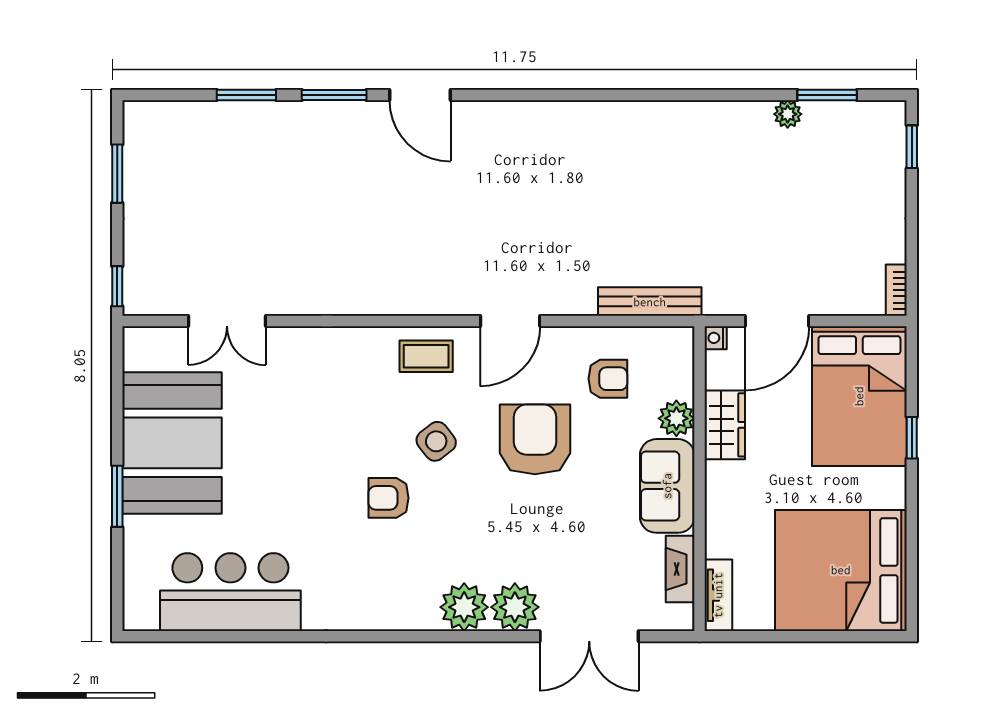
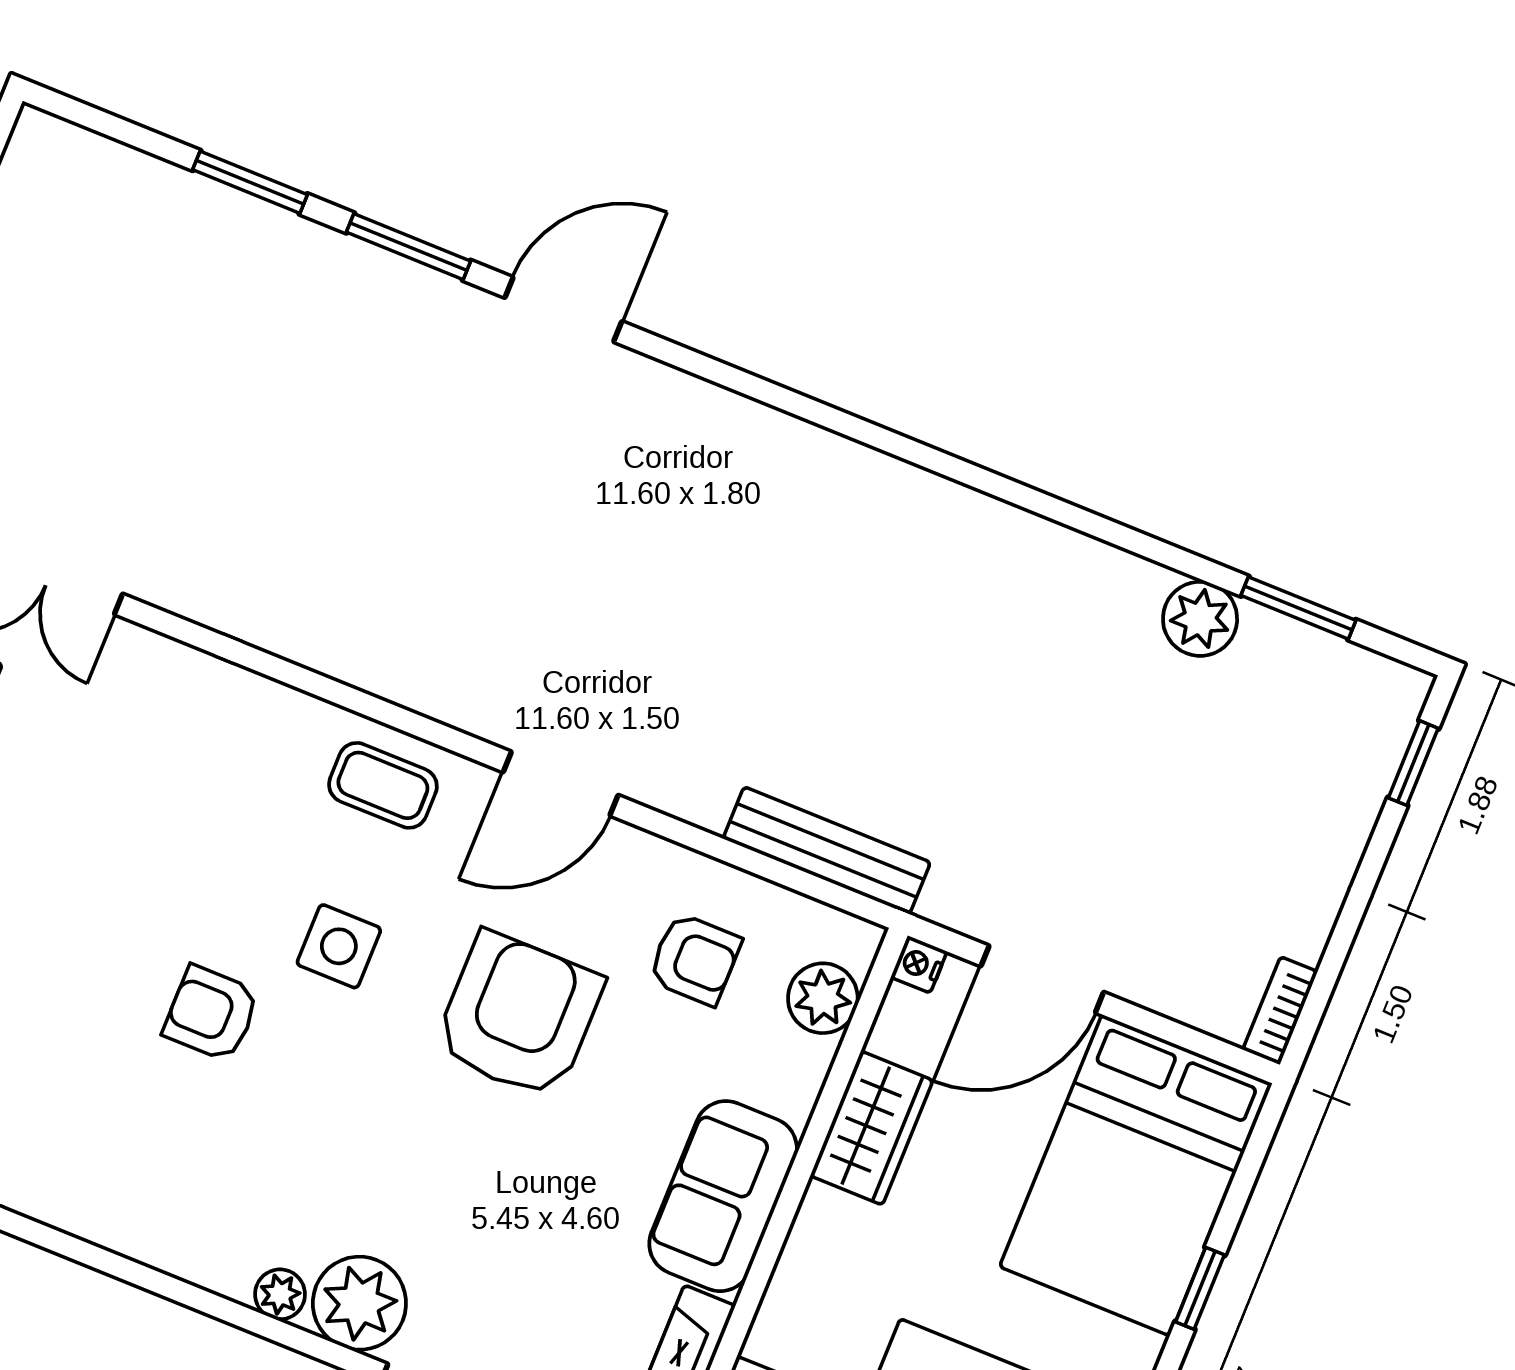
door: (420, 95) -> (563, 309), swing flipped
plant: (788, 114) -> (1200, 619), width x1.38, depth x1.38
plant: (676, 418) -> (823, 998), moved
side table: (436, 441) -> (339, 946), turned 38
plant: (464, 607) -> (280, 1294), width x0.53, depth x0.53

